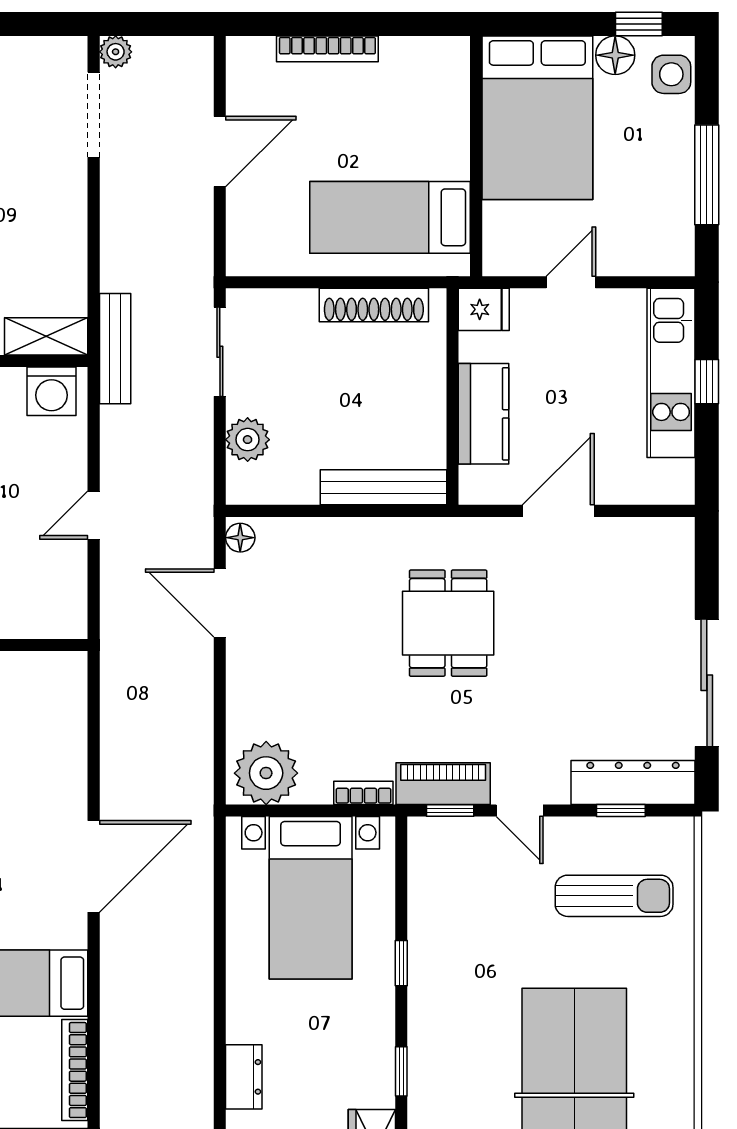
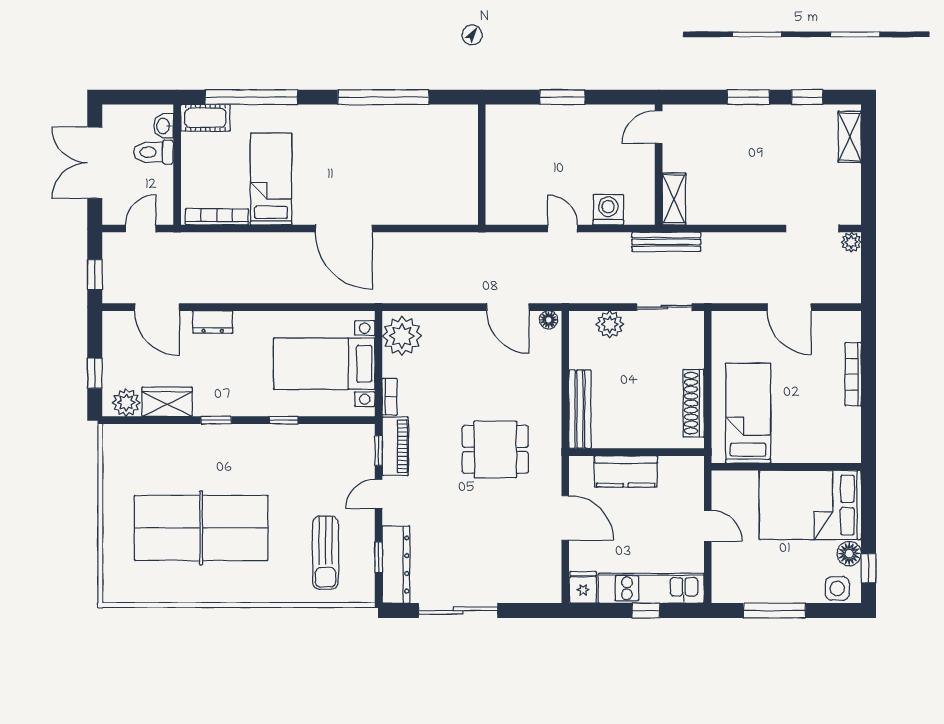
fridge: (484, 309) -> (583, 587), moved, turned 180
washing machine: (52, 391) -> (608, 210), moved, turned 90
door: (220, 603) -> (508, 307), swing flipped

